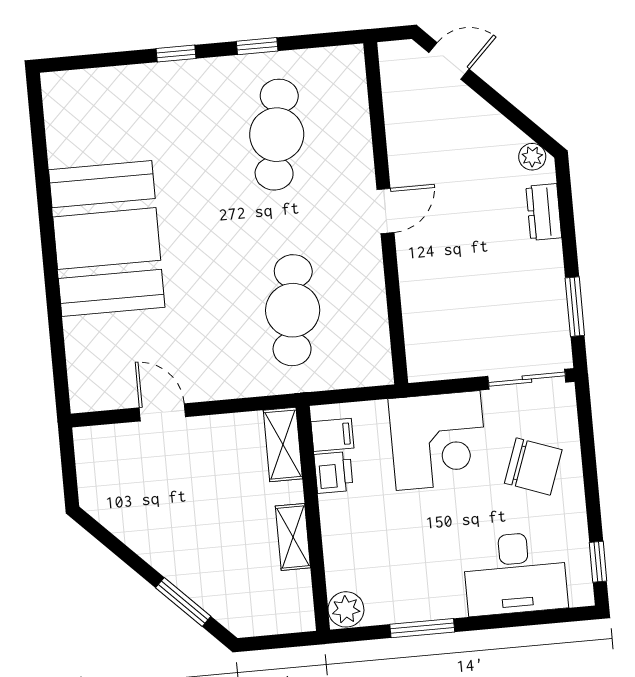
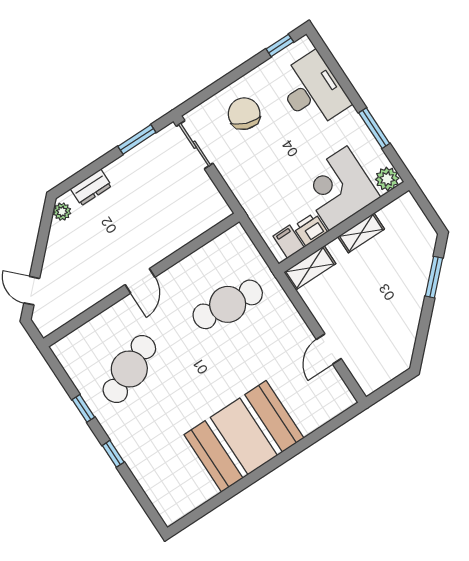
cafe table: (277, 135) -> (129, 369), turned -33
door: (386, 211) -> (140, 281), swing flipped
corner desk: (438, 441) -> (338, 188), moved, turned -90

